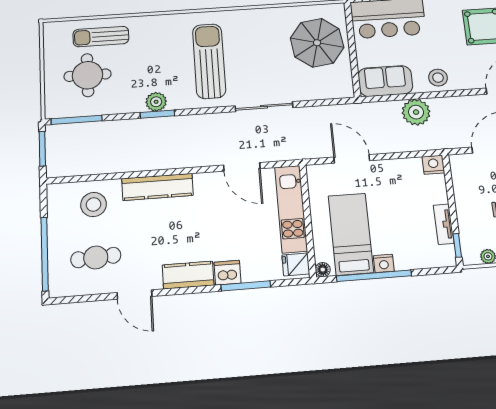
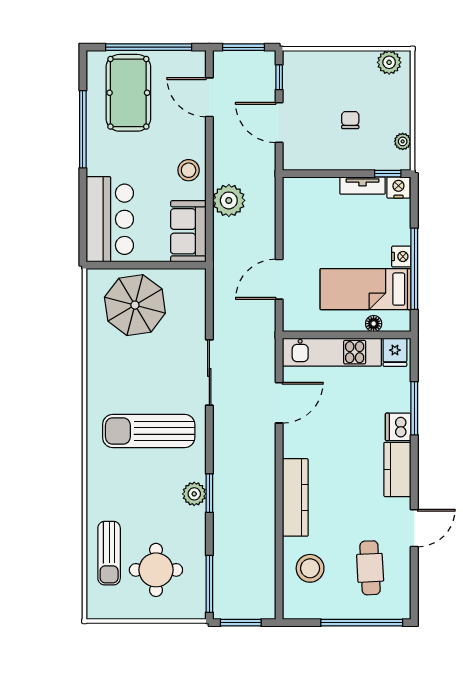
nightstand: (433, 165) -> (398, 187), moved, turned 90
floor lamp: (323, 270) -> (374, 324), moved

